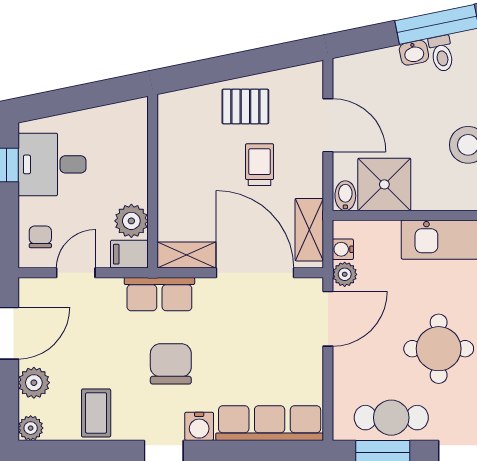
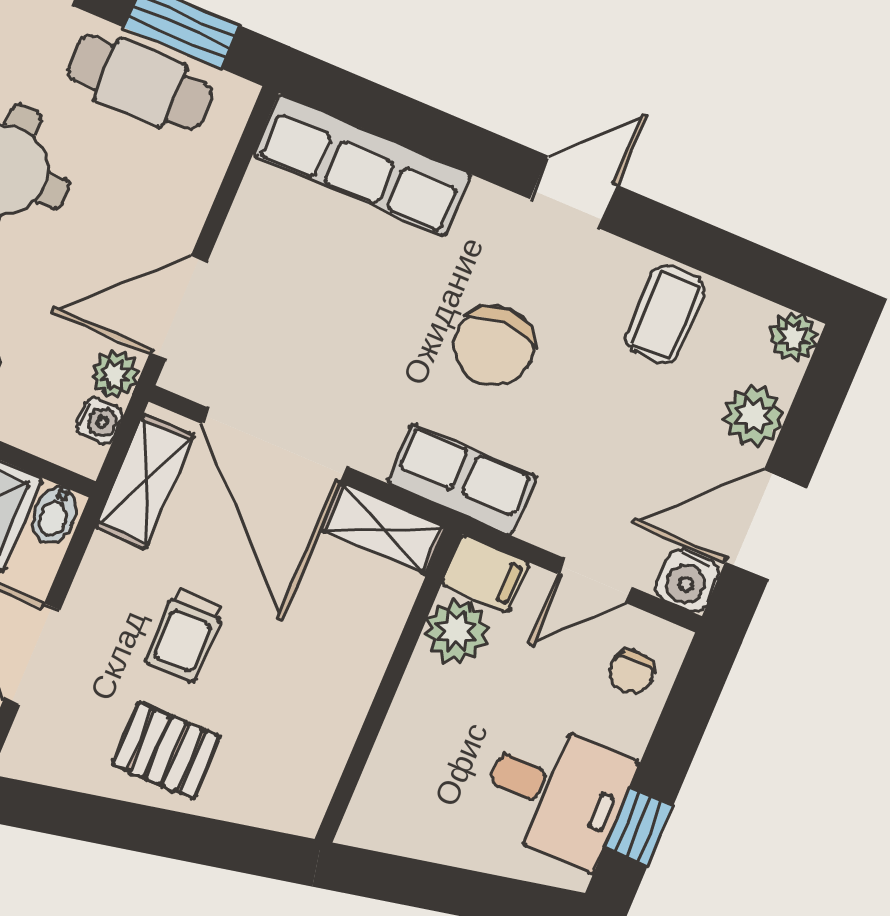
water cooler: (199, 426) -> (687, 580), moved, turned 180

